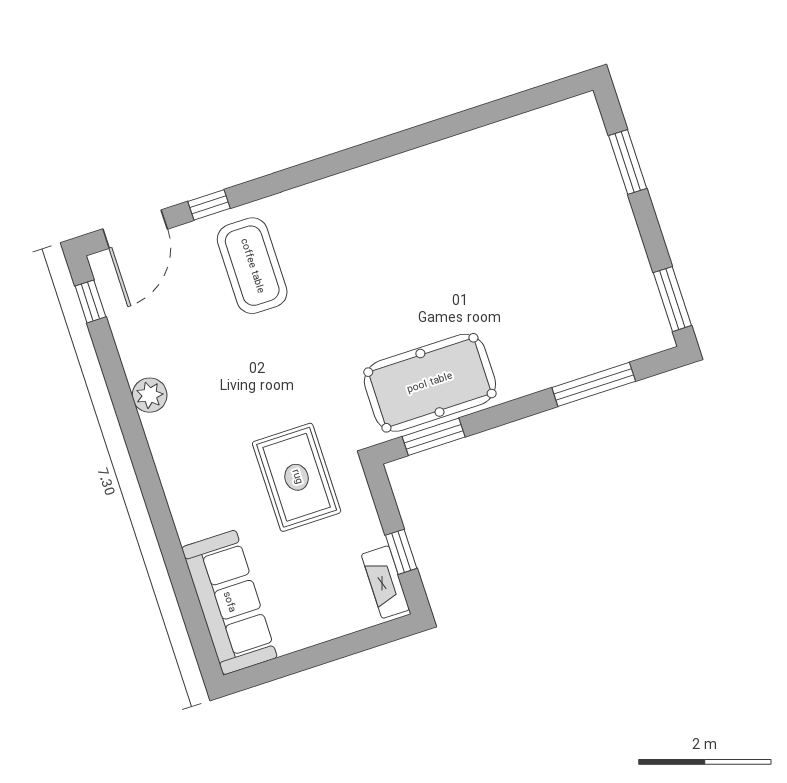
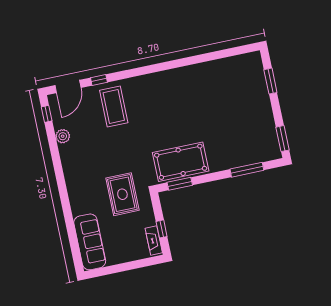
plant: (150, 395) -> (63, 136), moved

